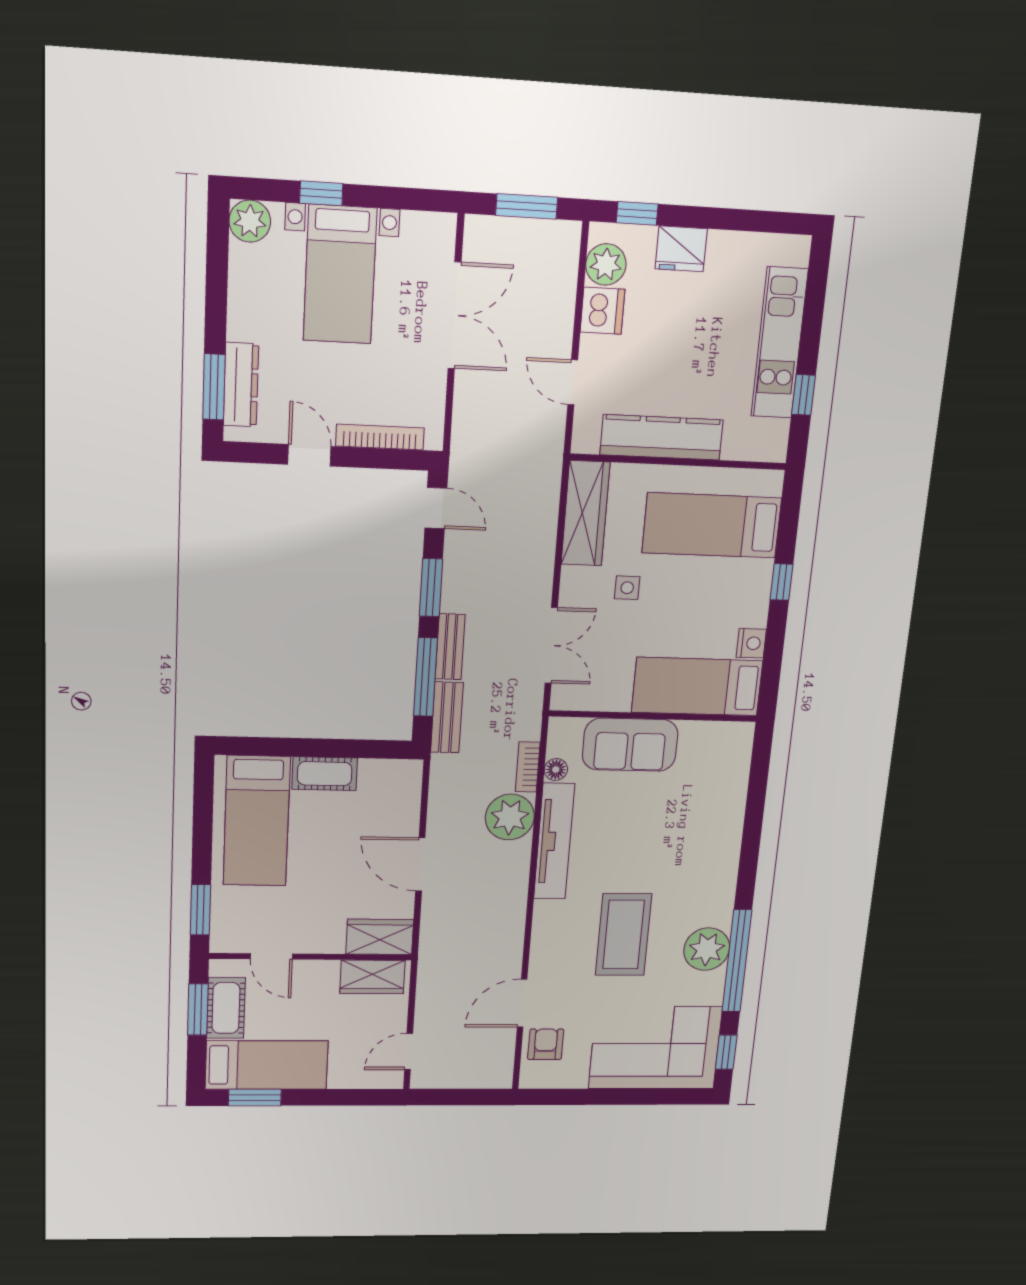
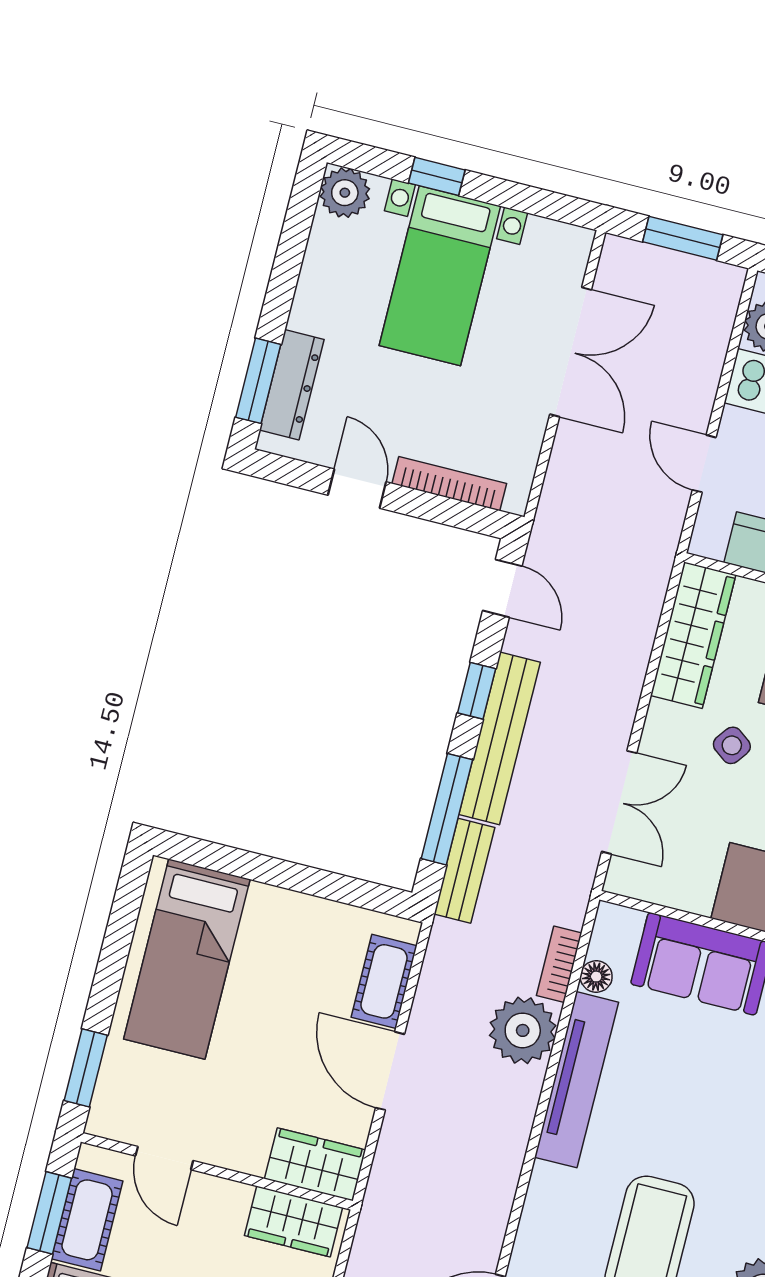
window: (431, 588) -> (477, 691), width x0.67
side table: (627, 588) -> (732, 745), turned 37
bench: (450, 647) -> (500, 738), width x1.86, depth x1.21
cot: (325, 774) -> (384, 981), moved, turned 90

